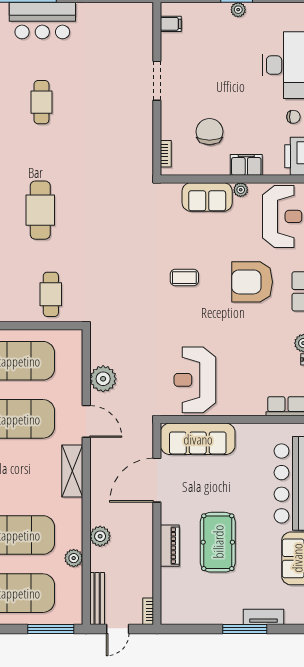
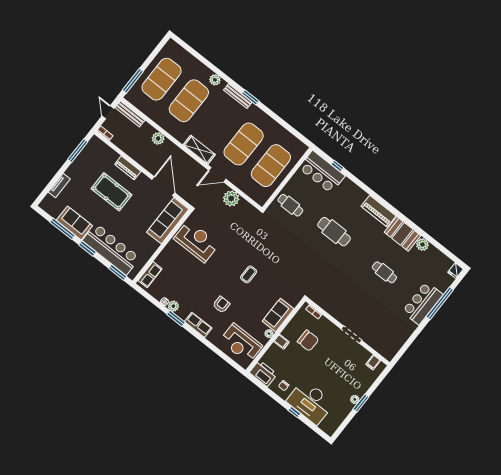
filing cabinet: (246, 165) -> (282, 342), width x0.50
armchair: (252, 282) -> (221, 305), width x0.53, depth x0.53
plant: (74, 558) -> (158, 118), removed
window: (245, 629) -> (78, 151), moved

